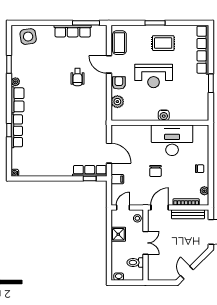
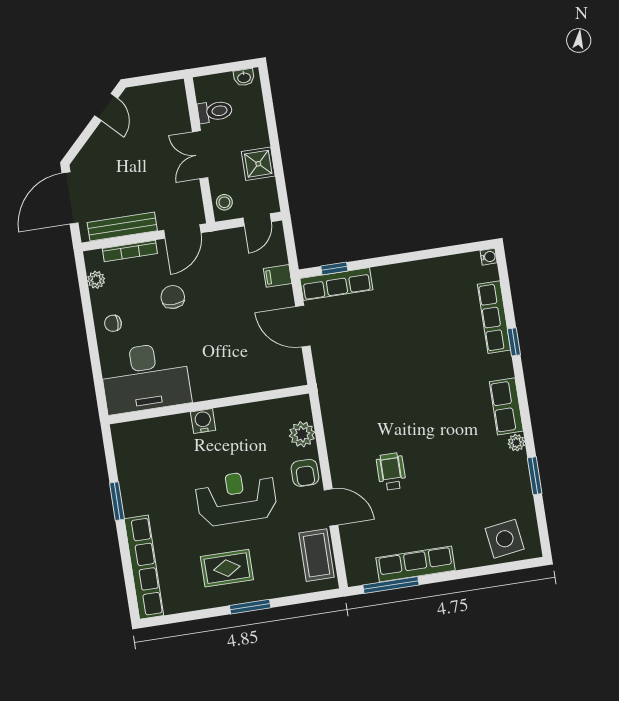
row of seats: (17, 131) -> (494, 317), moved
desk: (172, 140) -> (145, 378), moved
chair: (155, 171) -> (173, 297), moved

